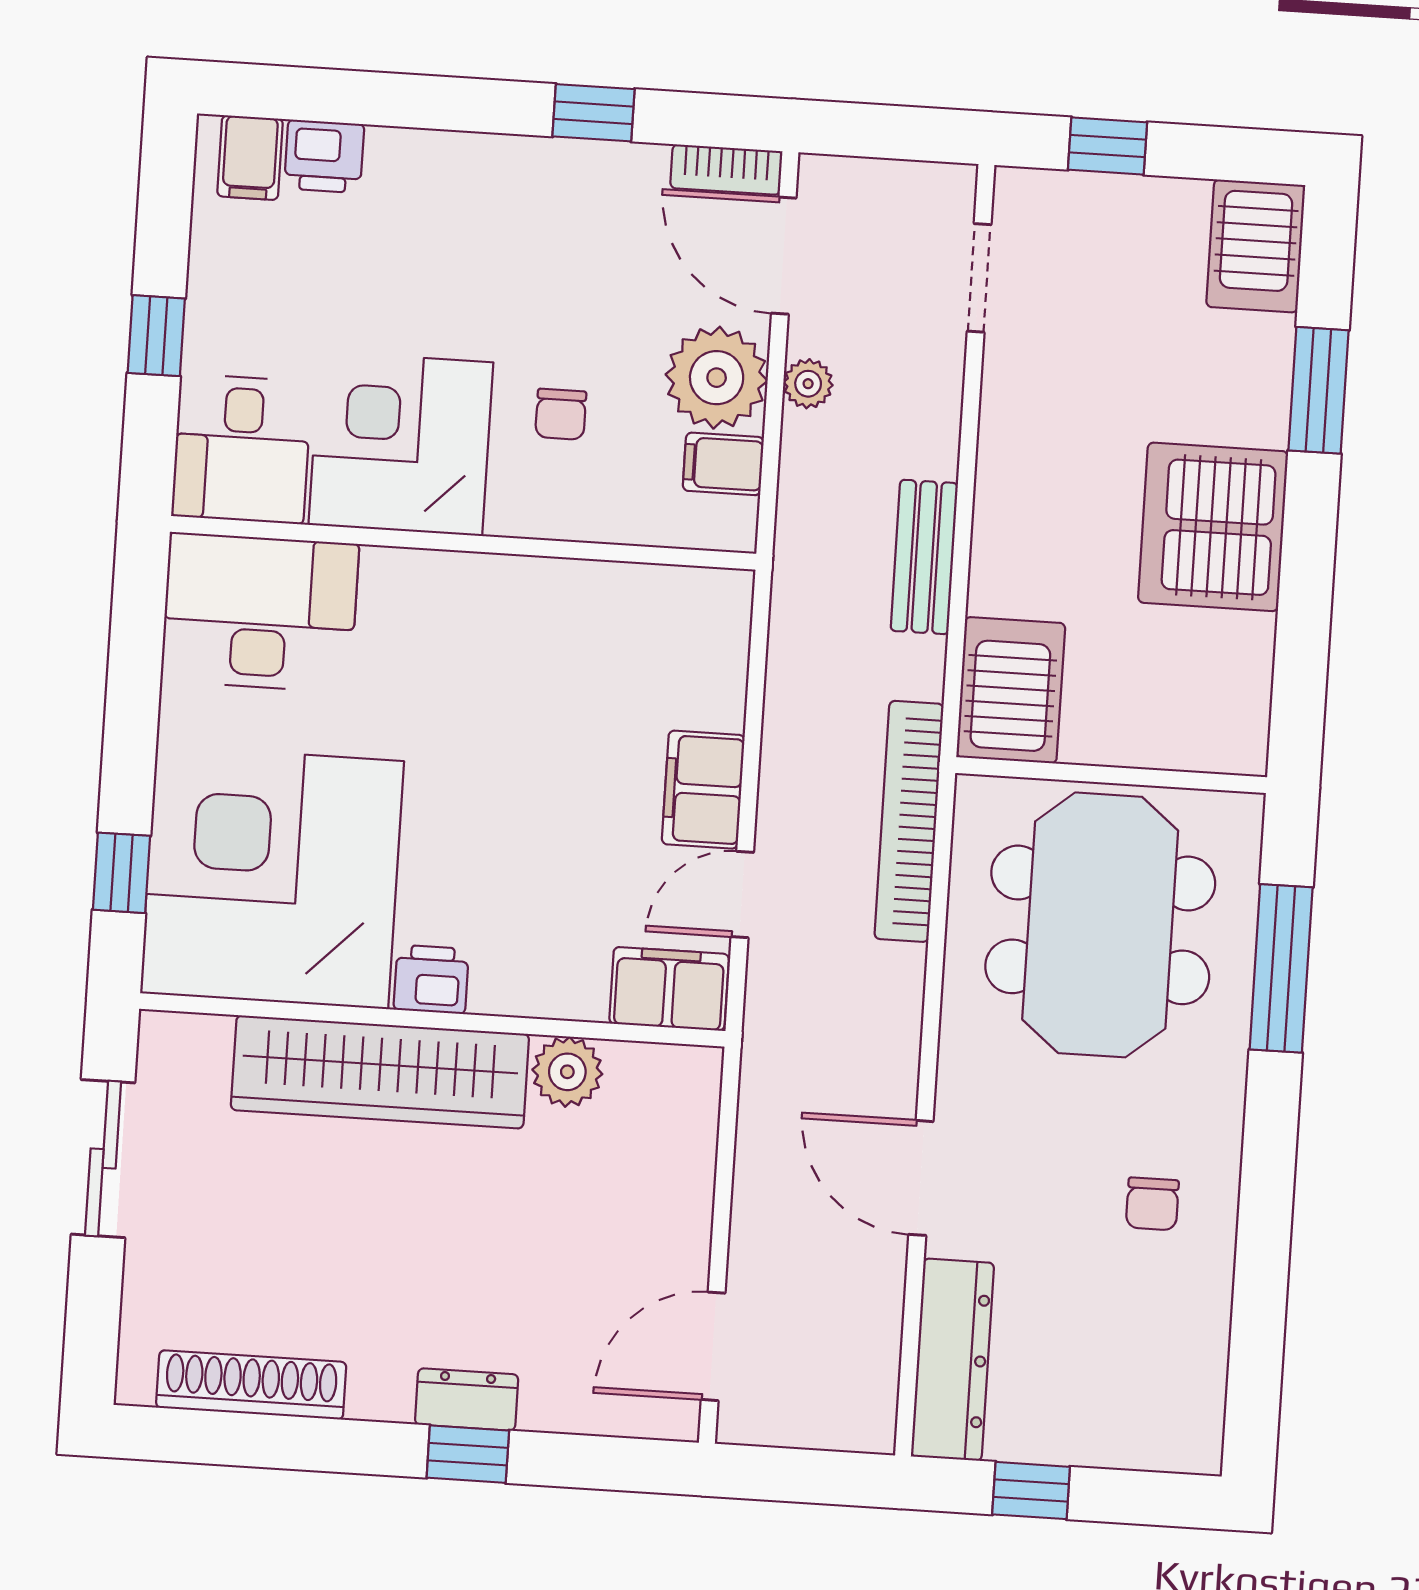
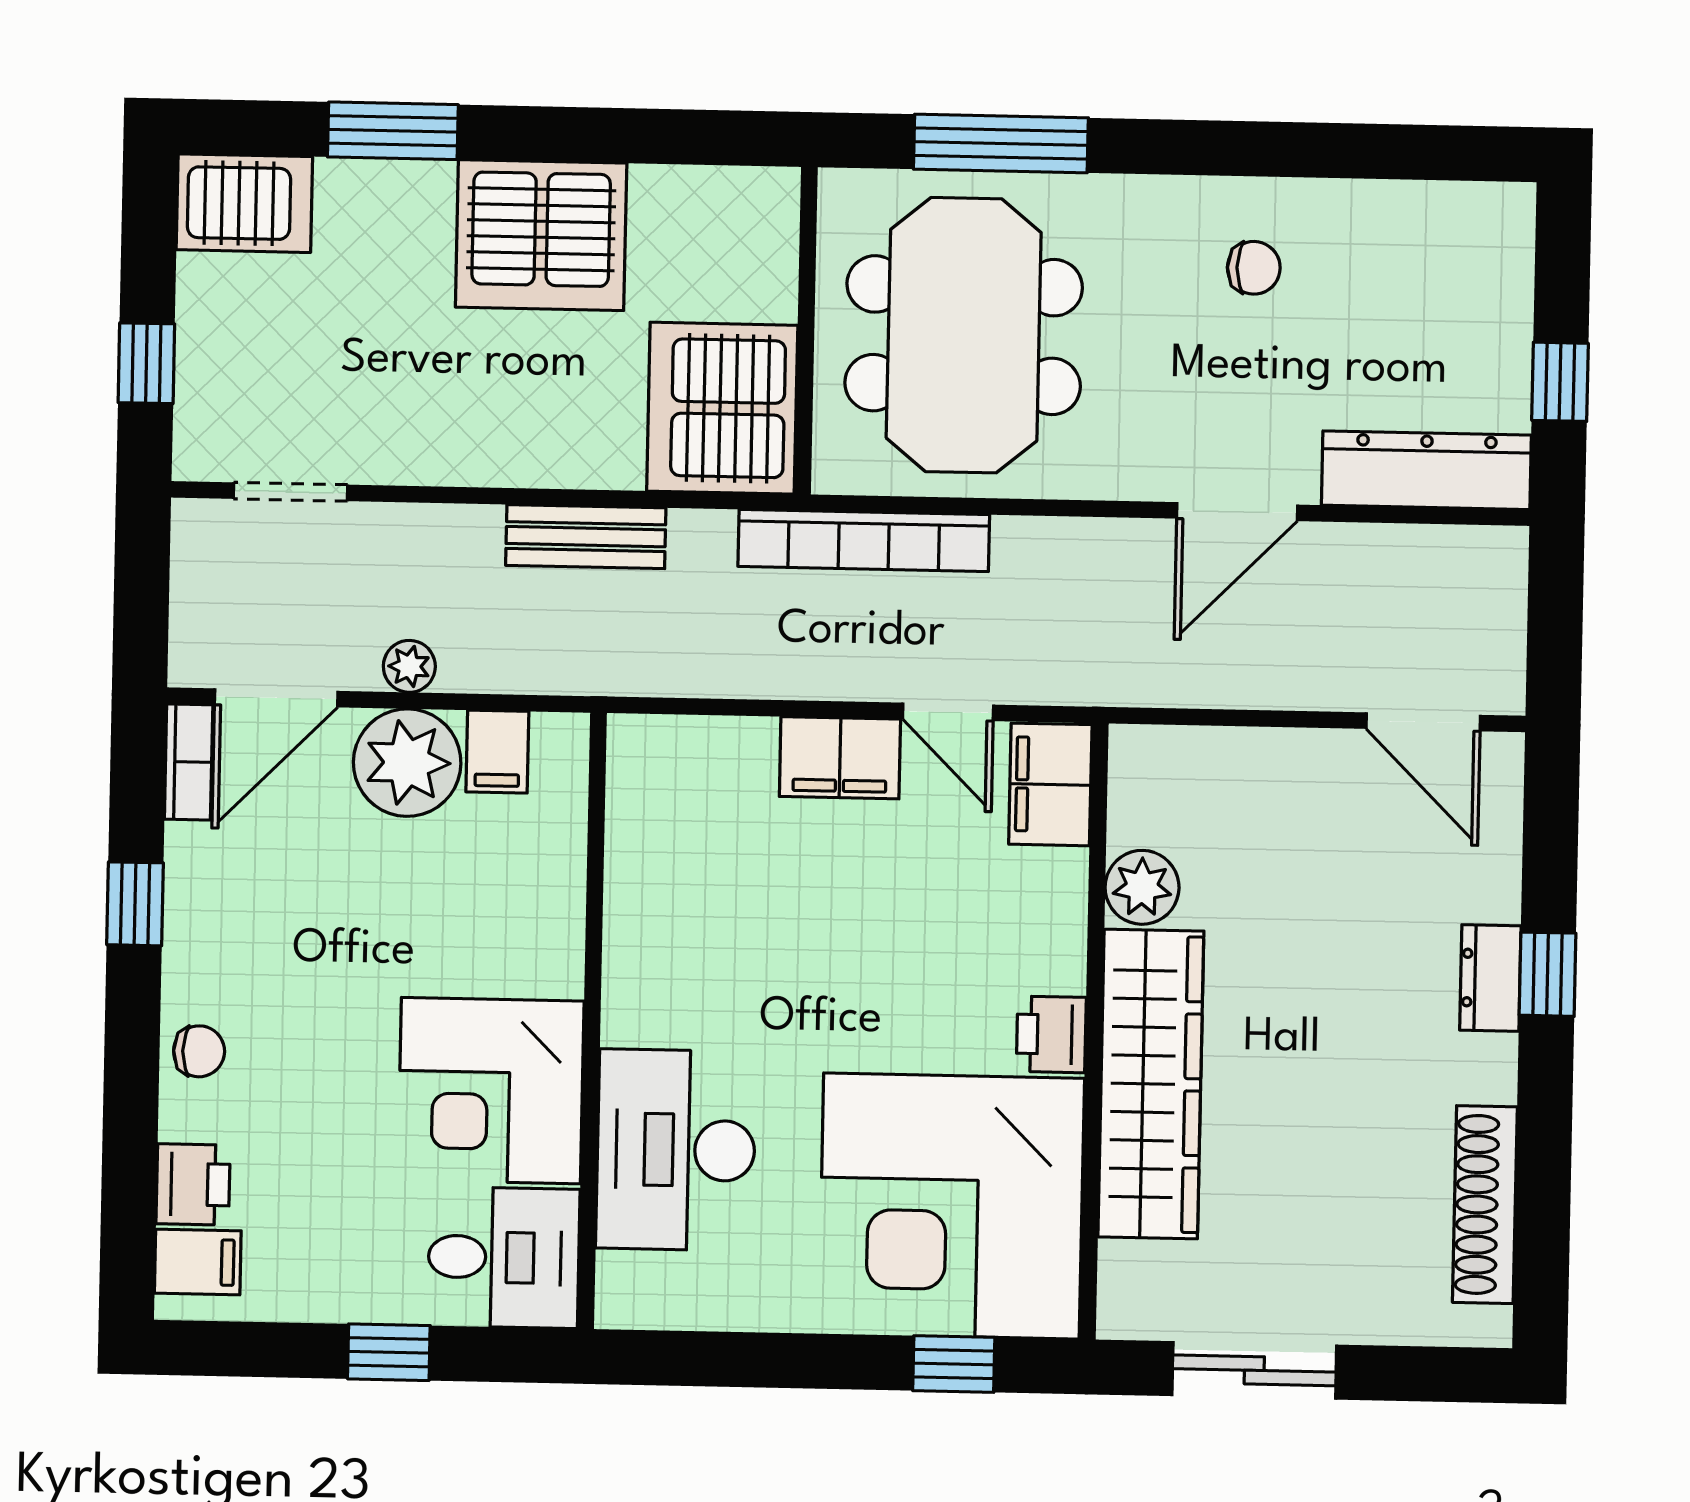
chair: (561, 414) -> (199, 1051), moved
desk: (260, 612) -> (676, 1150), moved
server rack: (1011, 690) -> (722, 408), width x1.60
meeting table: (1100, 925) -> (964, 335), turned 90

